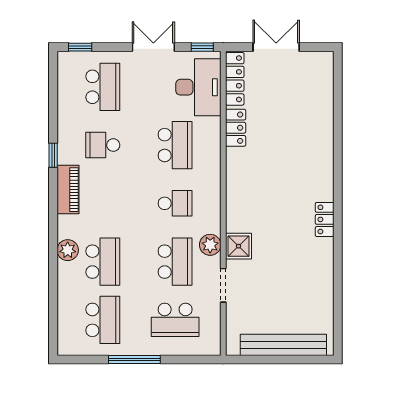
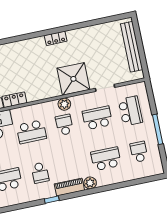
school desk: (175, 145) -> (31, 132), turned 180
plant: (210, 245) -> (64, 104), moved
shower: (238, 246) -> (73, 79), width x1.86, depth x1.86
plant: (68, 250) -> (90, 183), moved
school desk: (103, 320) -> (139, 152), width x0.54

